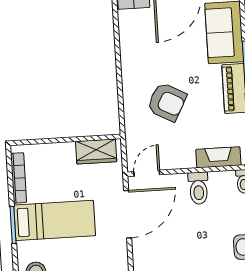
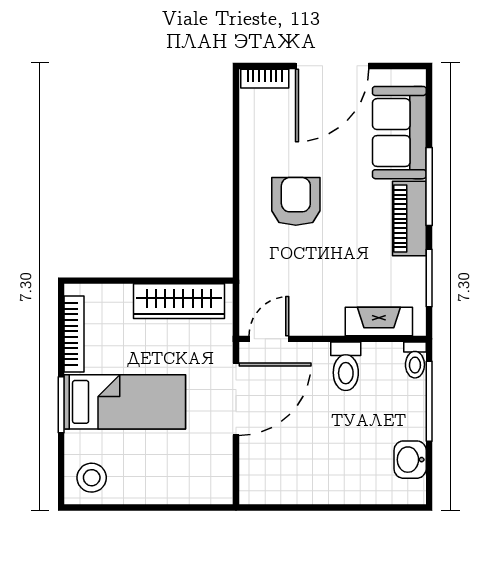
armchair: (167, 102) -> (296, 201), moved, turned -118
wardrobe: (96, 151) -> (179, 301), width x1.50

